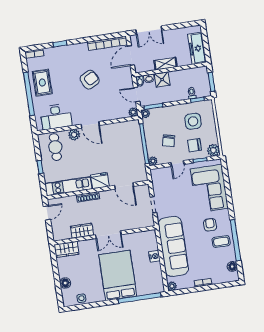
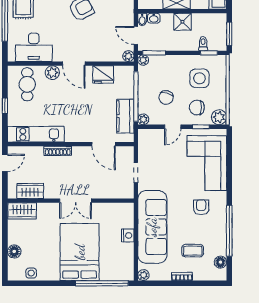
shower: (162, 80) -> (182, 22), moved
kitchen counter: (138, 161) -> (125, 116), added
fridge: (100, 181) -> (103, 74), moved, turned 180
wardrobe: (82, 231) -> (30, 191), moved
coffee table: (221, 242) -> (193, 251), moved

